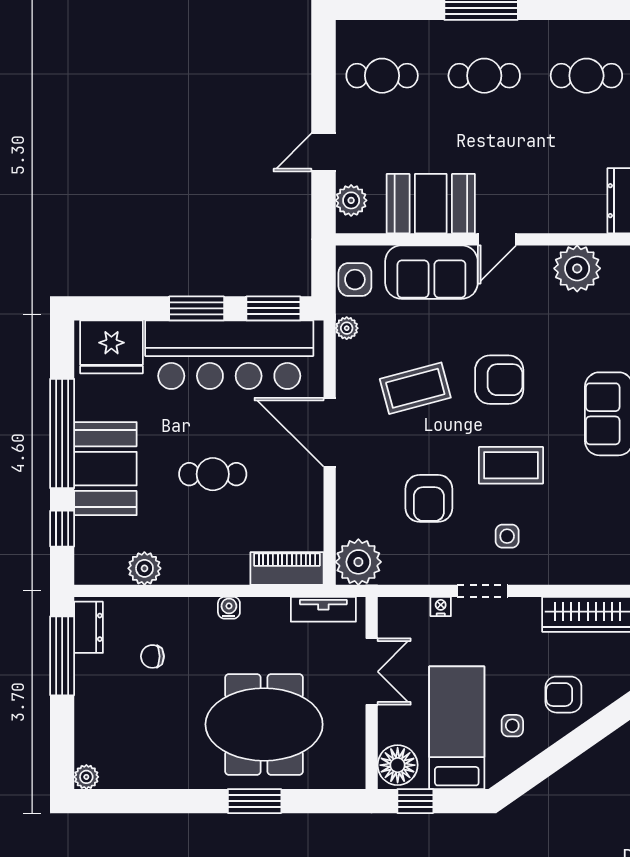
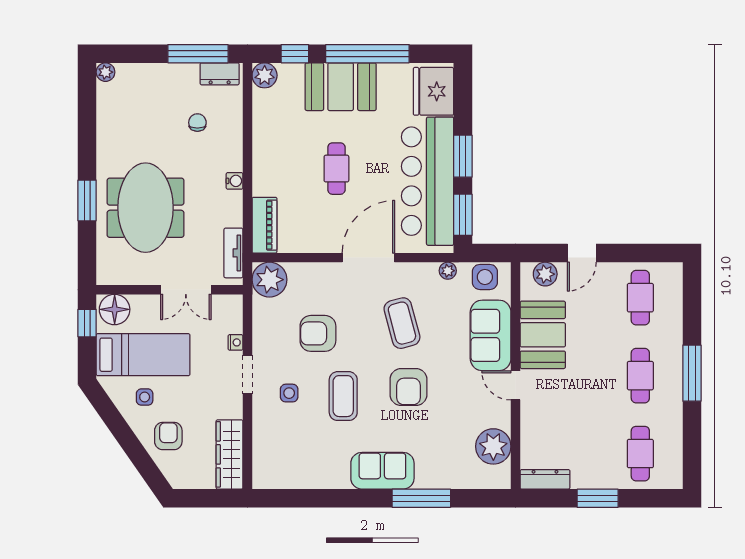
door: (324, 152) -> (582, 253), swing flipped
plant: (144, 568) -> (265, 75), moved

